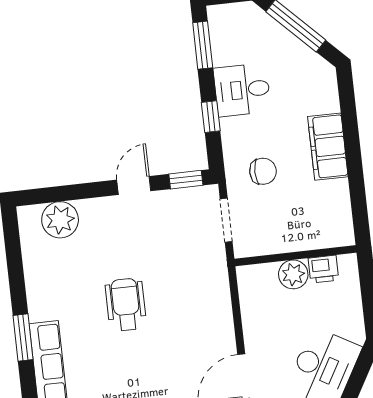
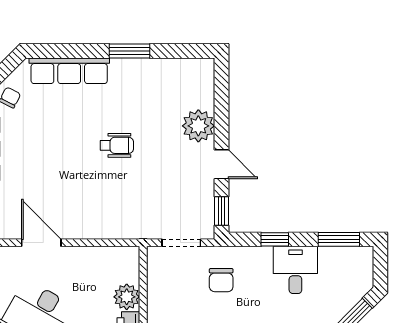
plant: (60, 220) -> (198, 126), moved
wheelchair: (126, 304) -> (117, 145), width x0.73, depth x0.73
window: (23, 338) -> (130, 51), moved

